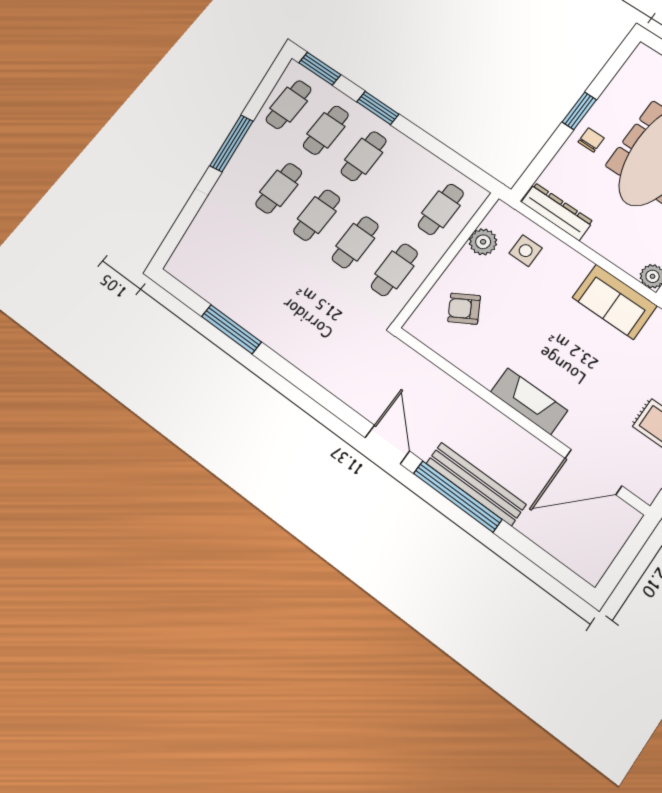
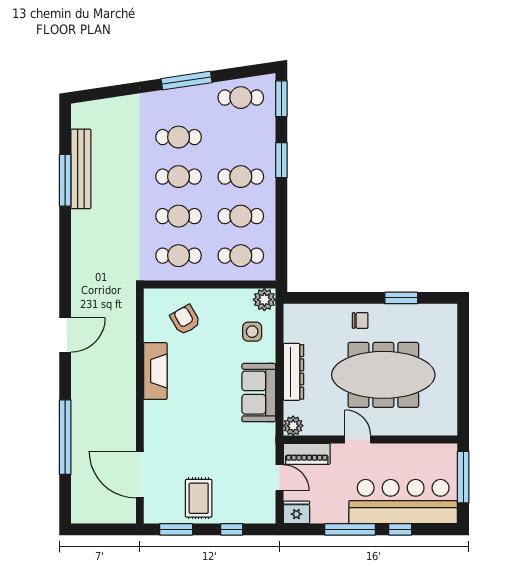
window: (579, 111) -> (401, 298), moved
cafe table: (326, 130) -> (241, 216), moved
dresser: (557, 212) -> (293, 372), moved
plant: (483, 242) -> (264, 300), moved
sofa: (615, 302) -> (259, 393), moved
fireplace: (529, 401) -> (155, 371), moved
bench: (476, 484) -> (81, 169), moved
window: (458, 496) -> (65, 437), moved

